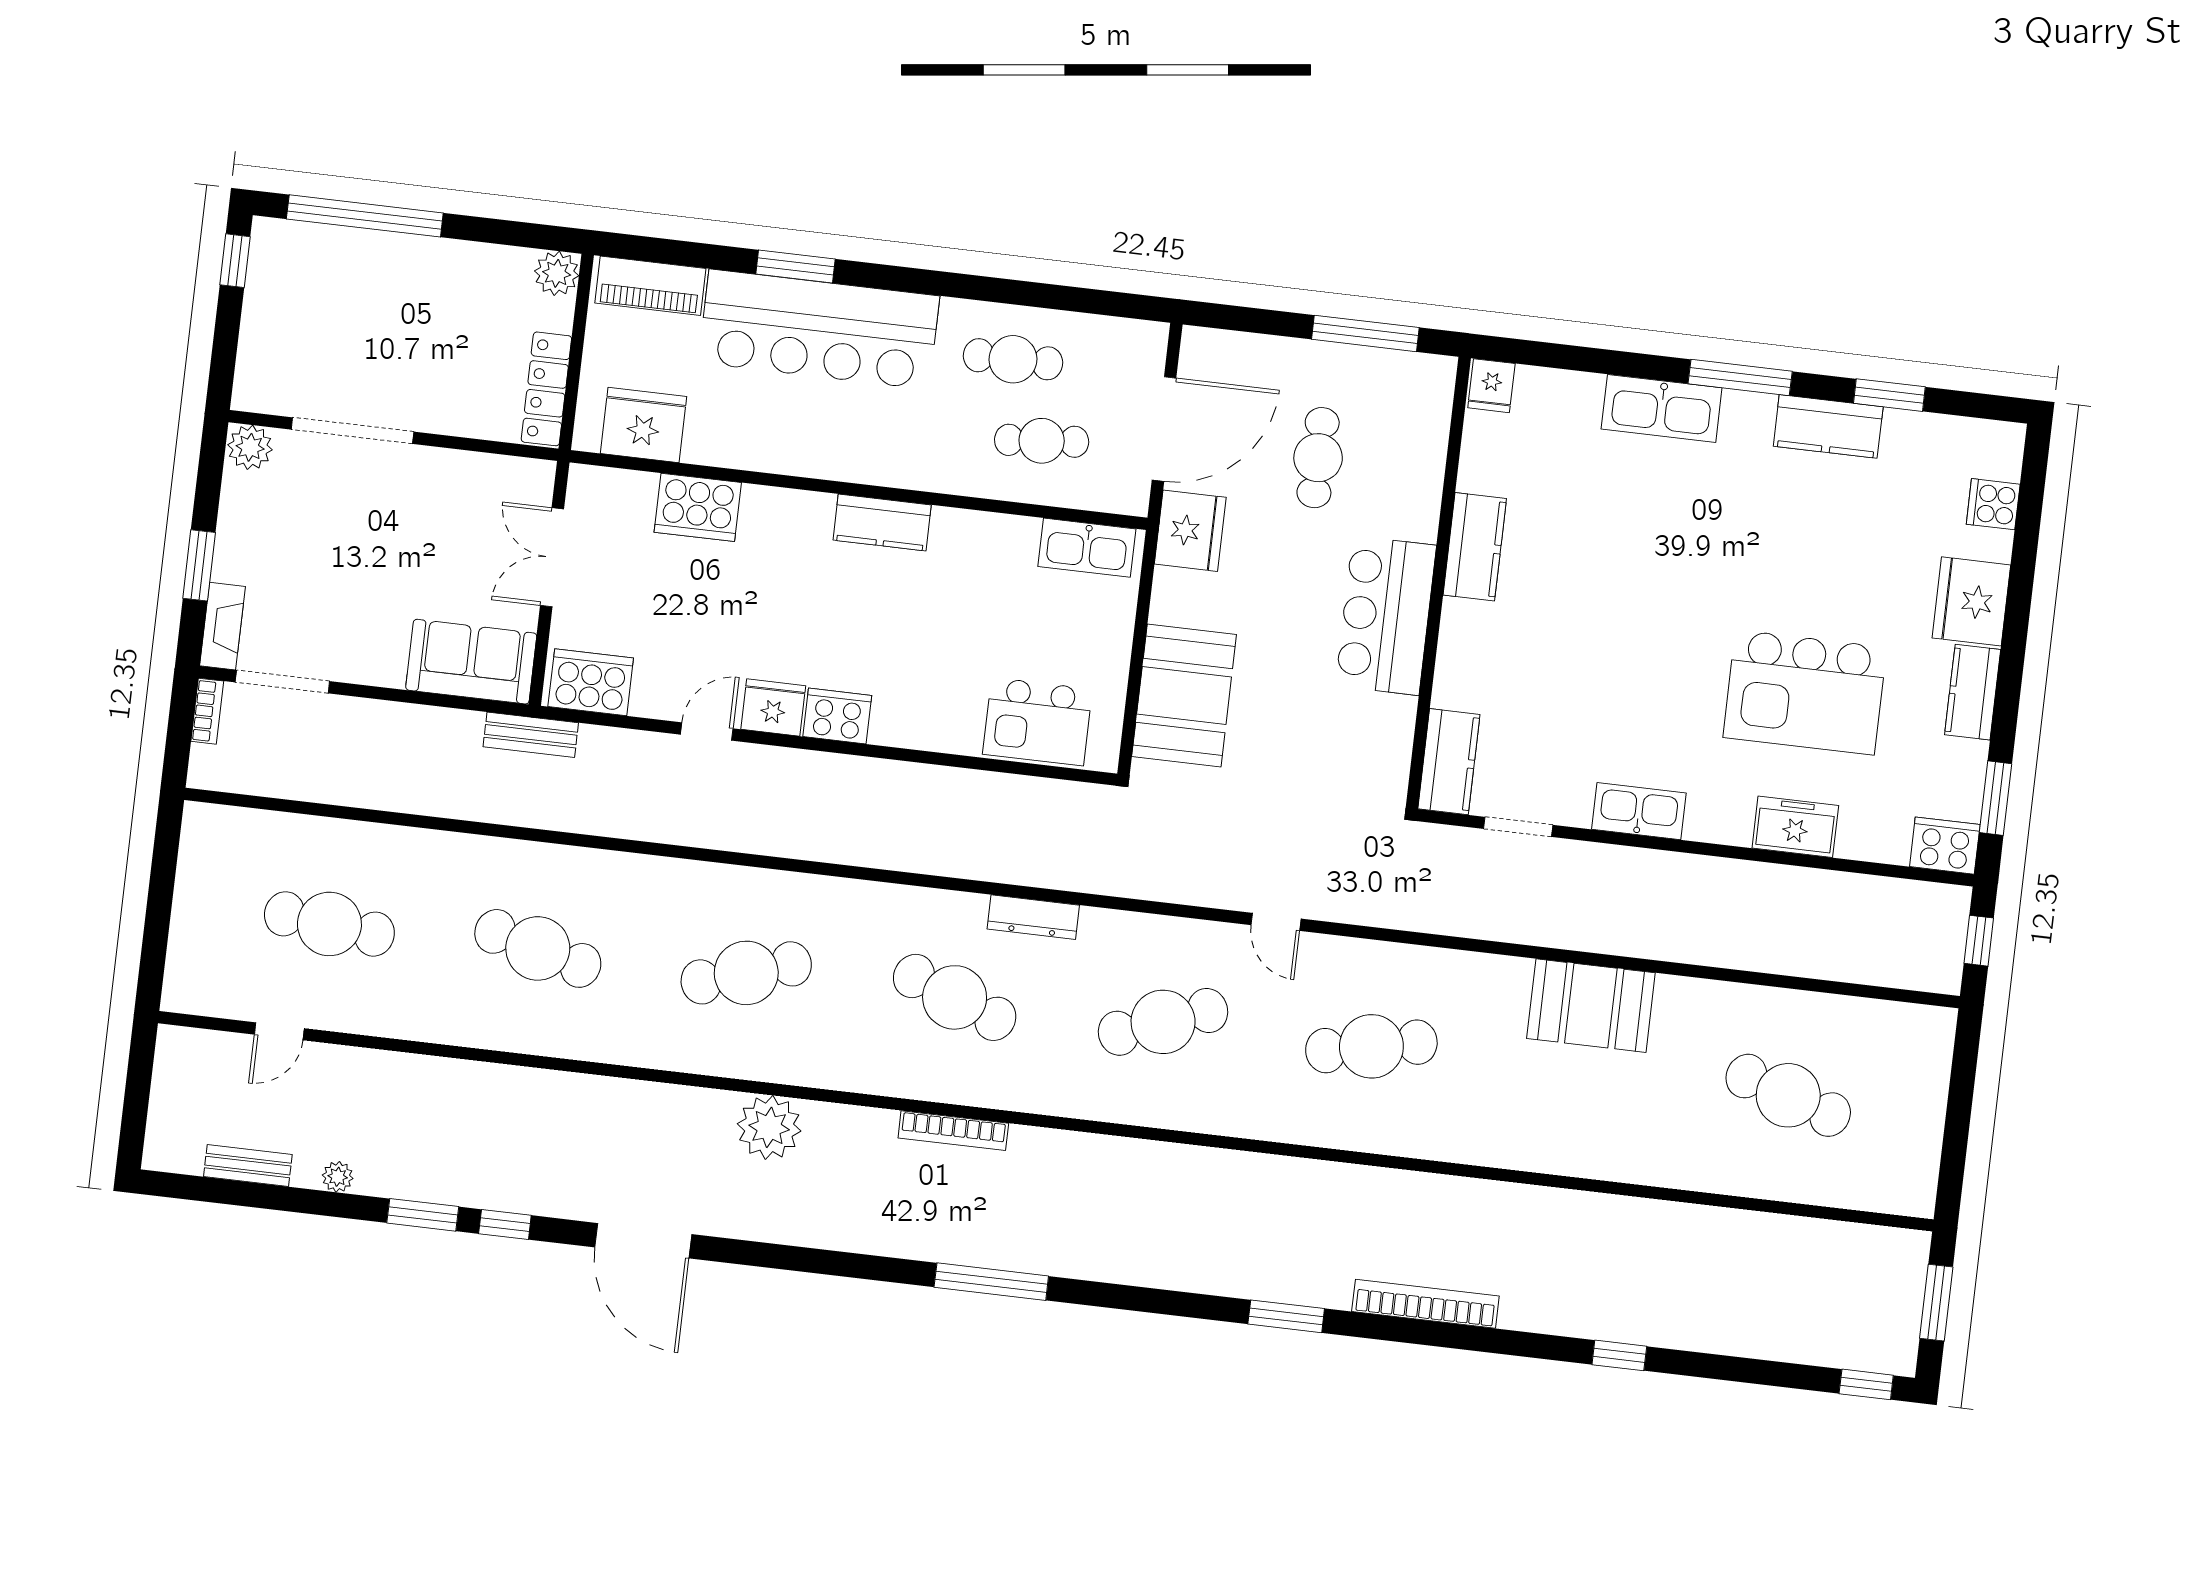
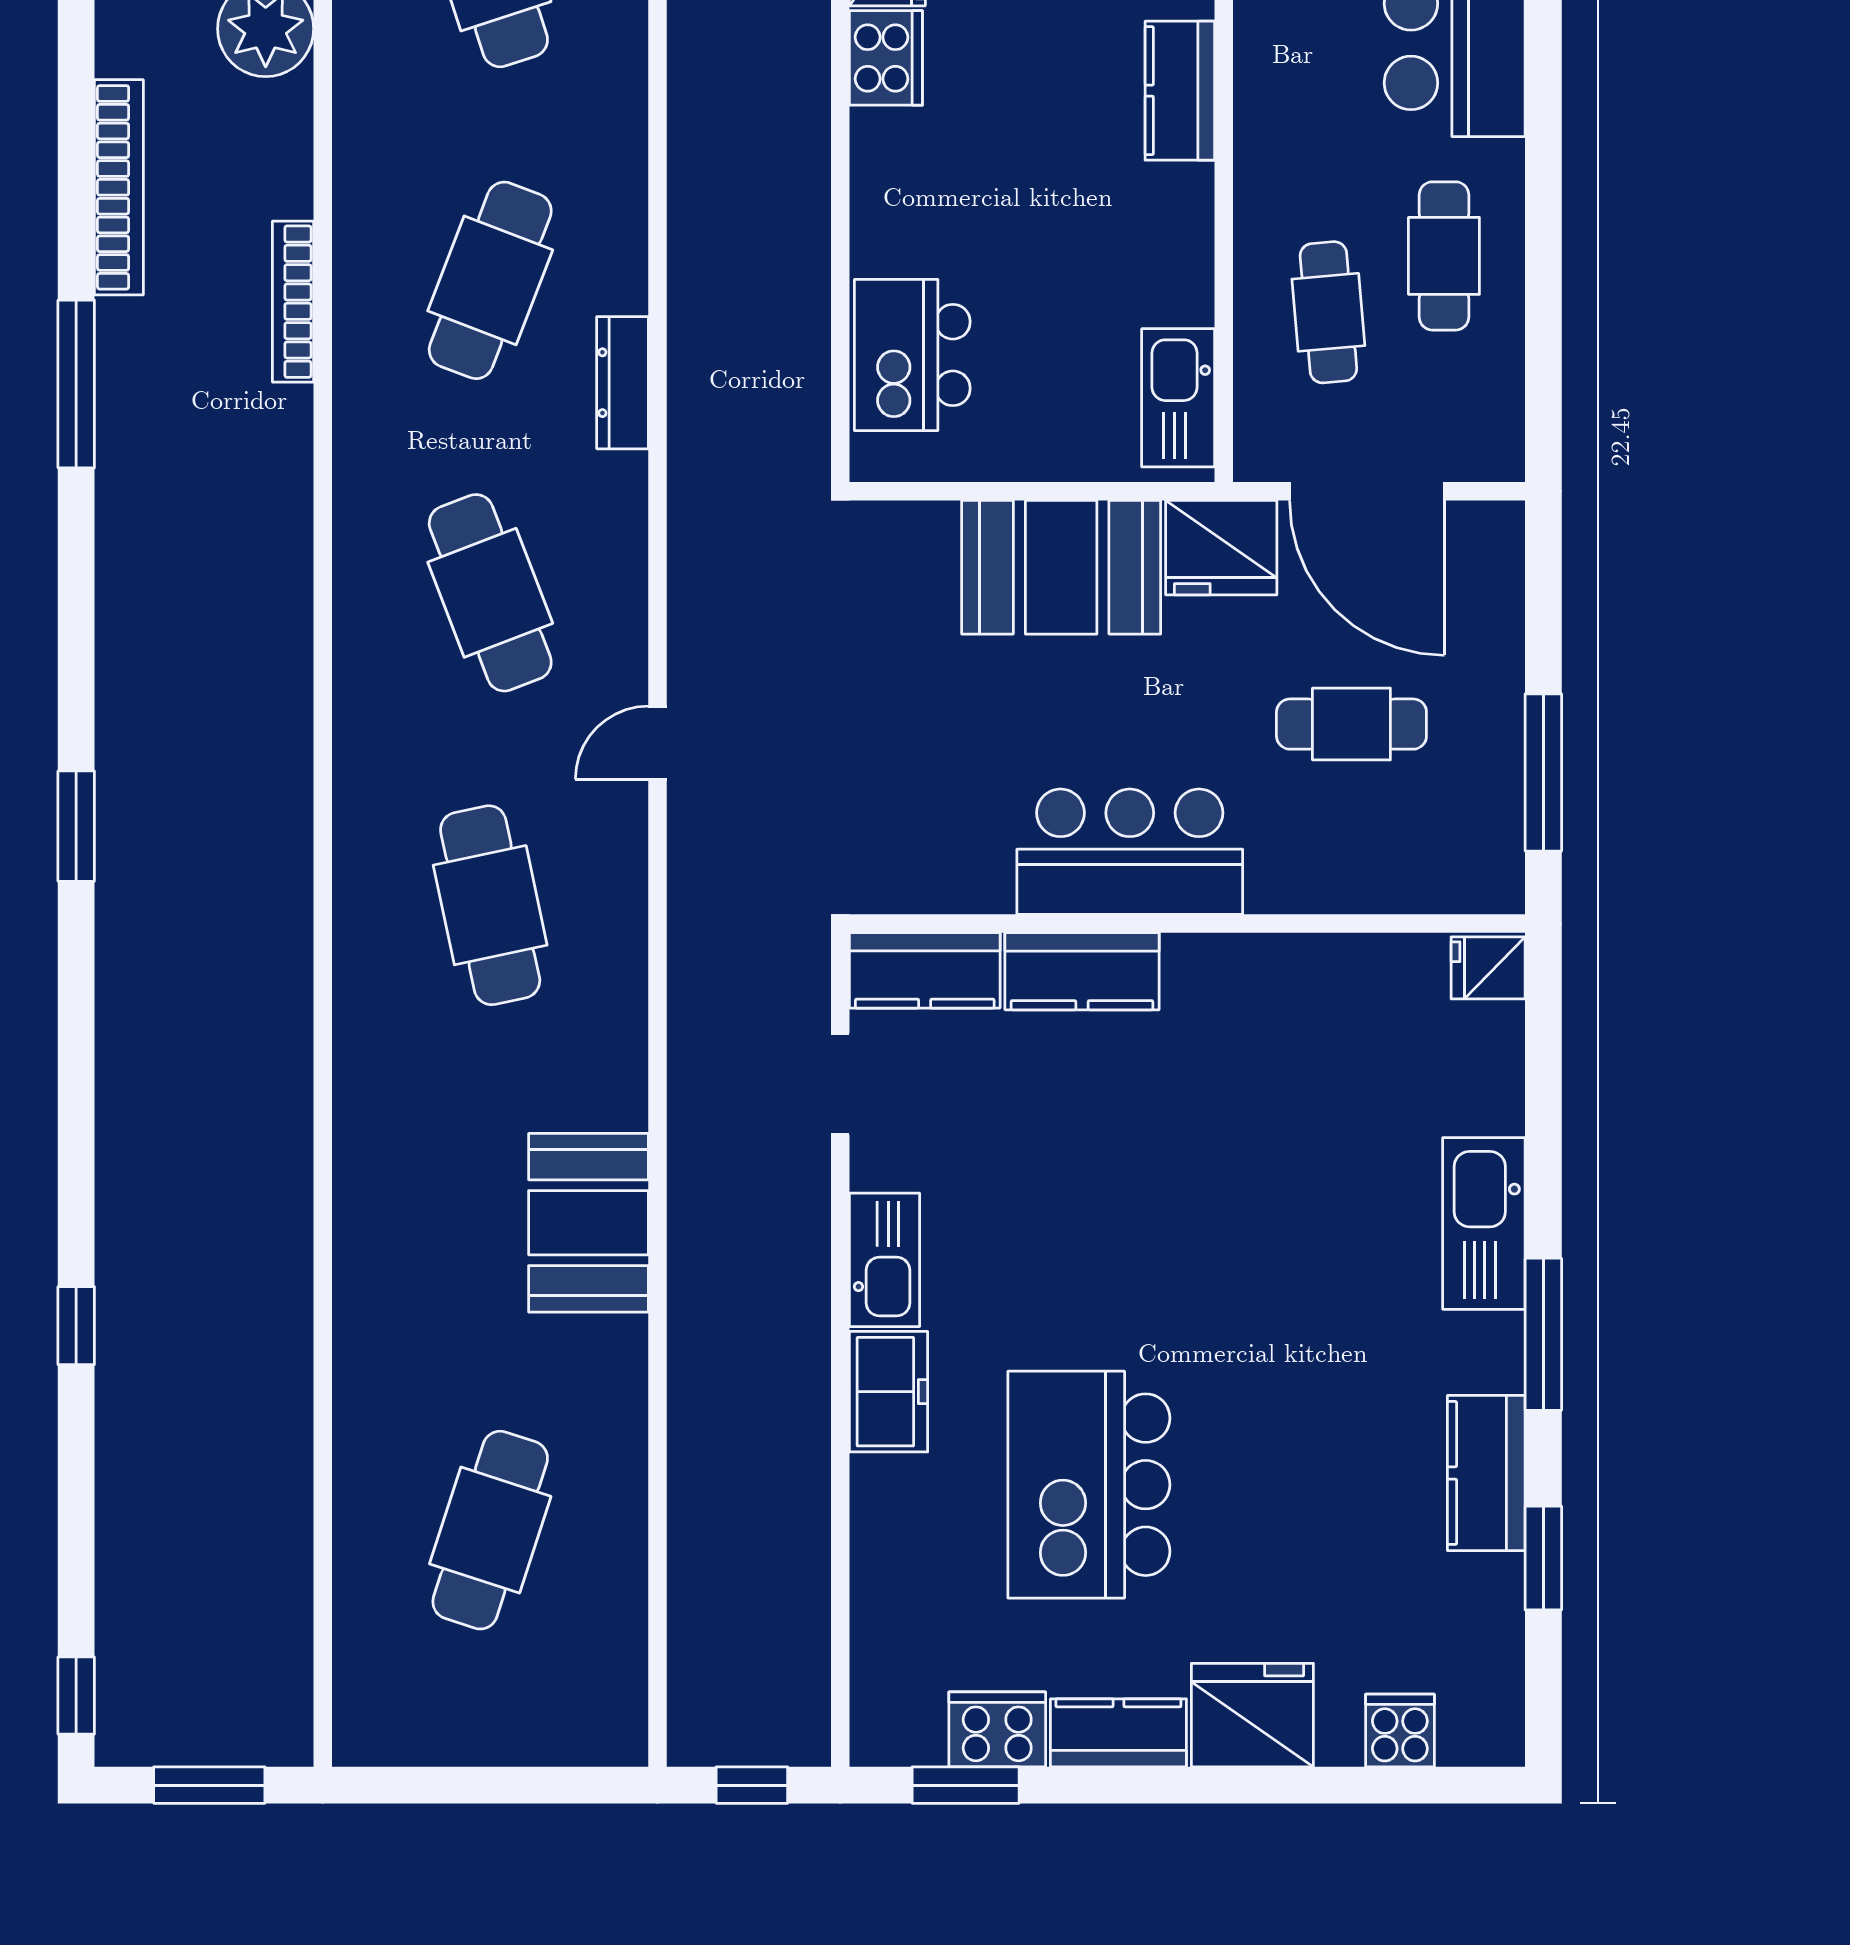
kitchen counter: (1475, 547) -> (1082, 971), moved
booth: (1184, 696) -> (1061, 567), moved
freezer: (1795, 827) -> (889, 1392), moved
cooker: (1945, 846) -> (997, 1729), moved, turned -90
bookcase: (1425, 1304) -> (119, 187), moved

